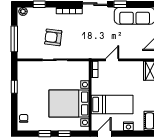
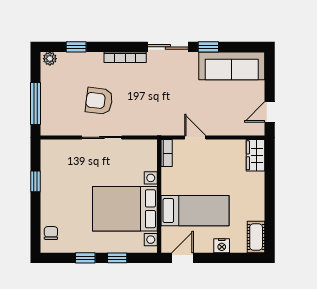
door: (112, 60) -> (195, 137), hinge flipped

